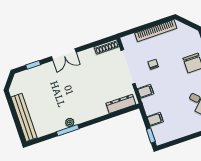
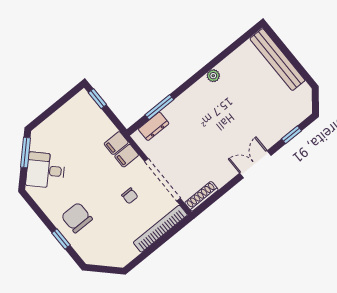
bookcase: (156, 31) -> (160, 229), moved
dresser: (121, 104) -> (154, 126), width x0.70
filing cabinet: (155, 119) -> (116, 143), moved
window: (68, 130) -> (159, 107), moved

